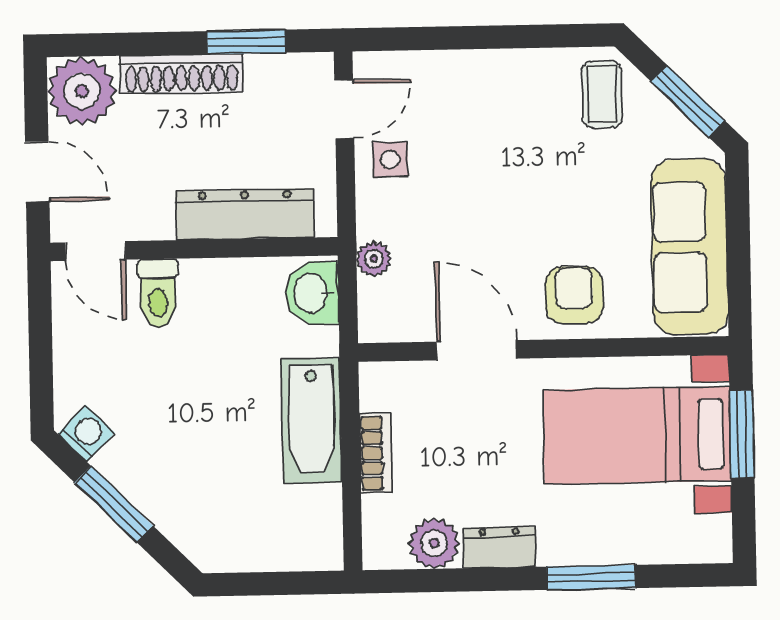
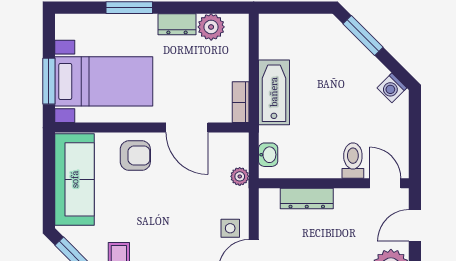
door: (37, 172) -> (415, 225), hinge flipped
dresser: (245, 214) -> (307, 199), width x0.73, depth x0.80
washbasin: (312, 293) -> (268, 155), width x0.72, depth x0.69
armchair: (574, 295) -> (135, 156), turned -90
bookcase: (376, 453) -> (241, 102), moved
window: (114, 504) -> (363, 36), moved

